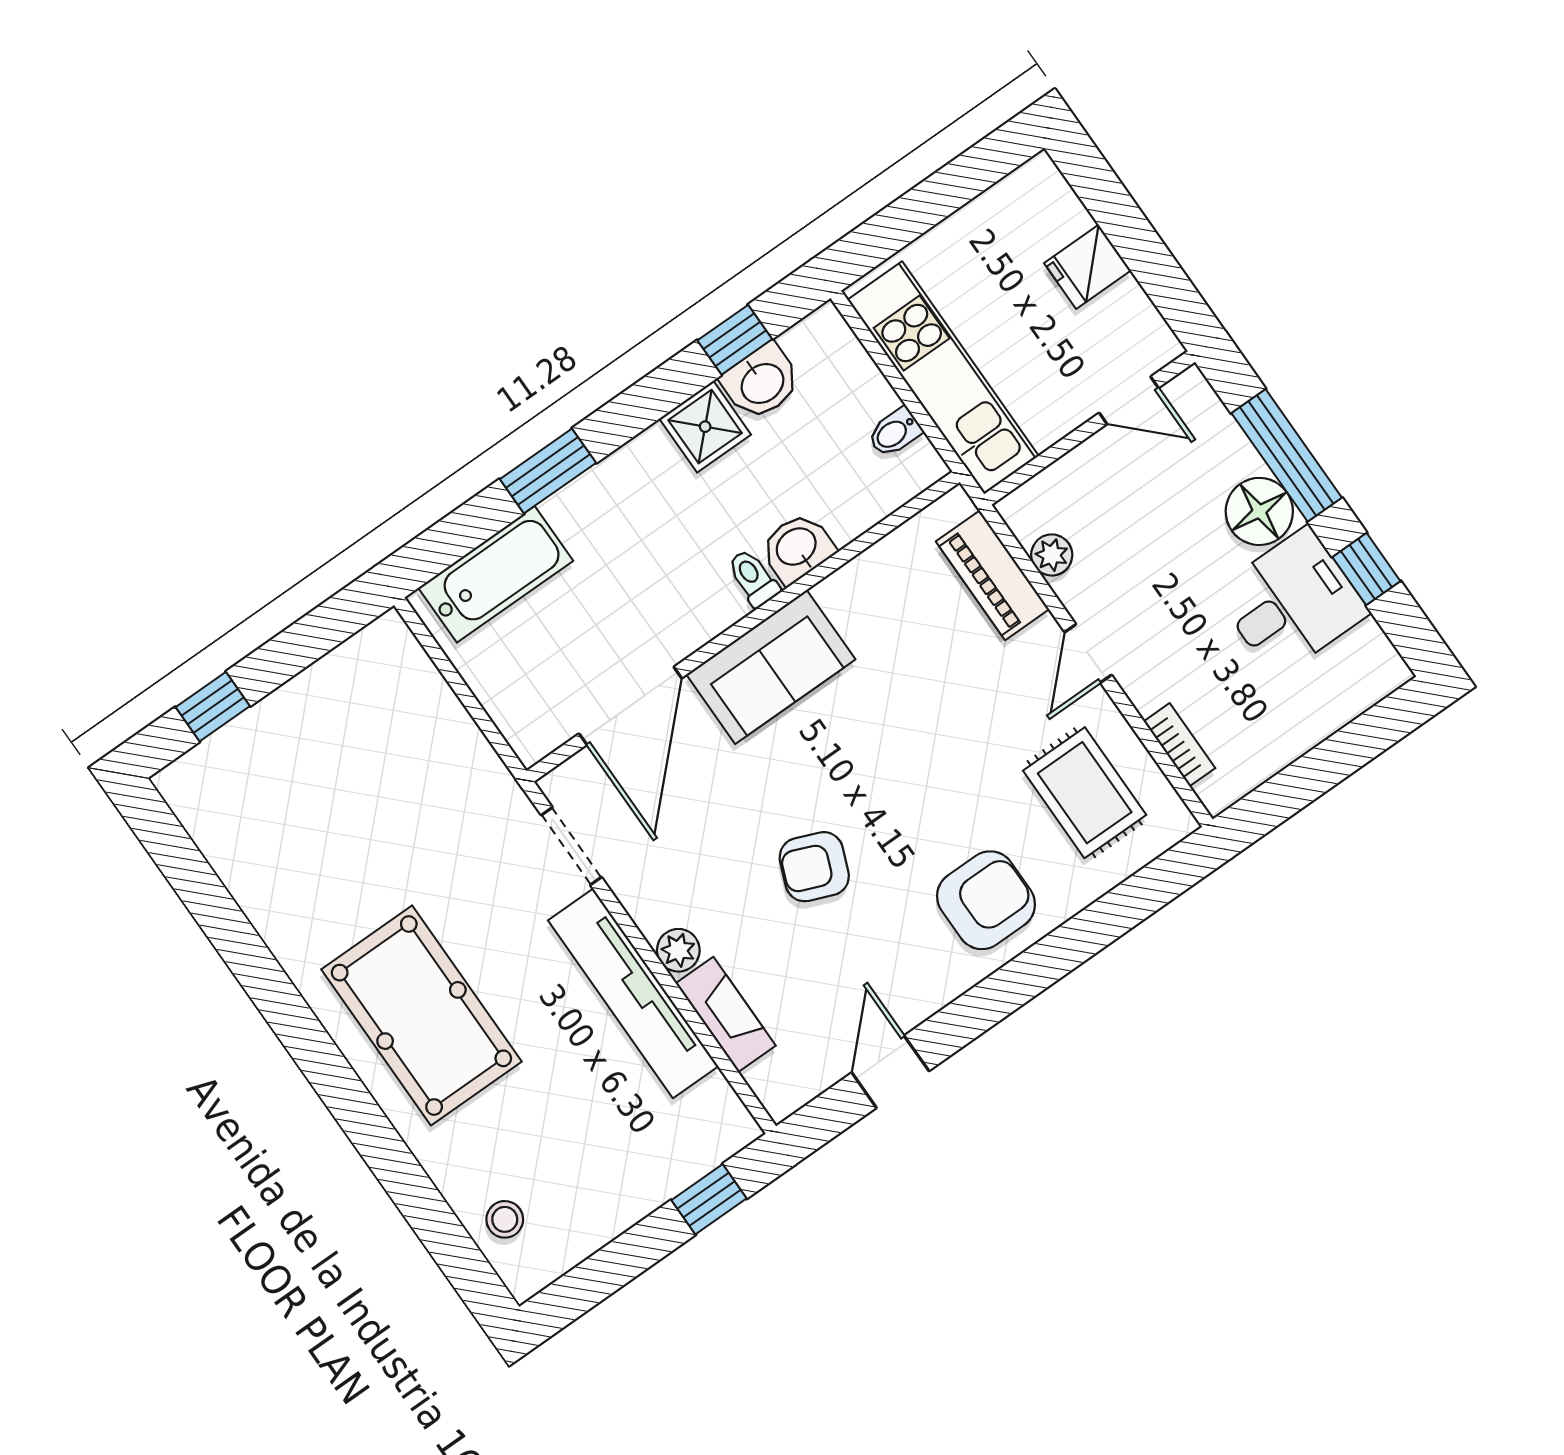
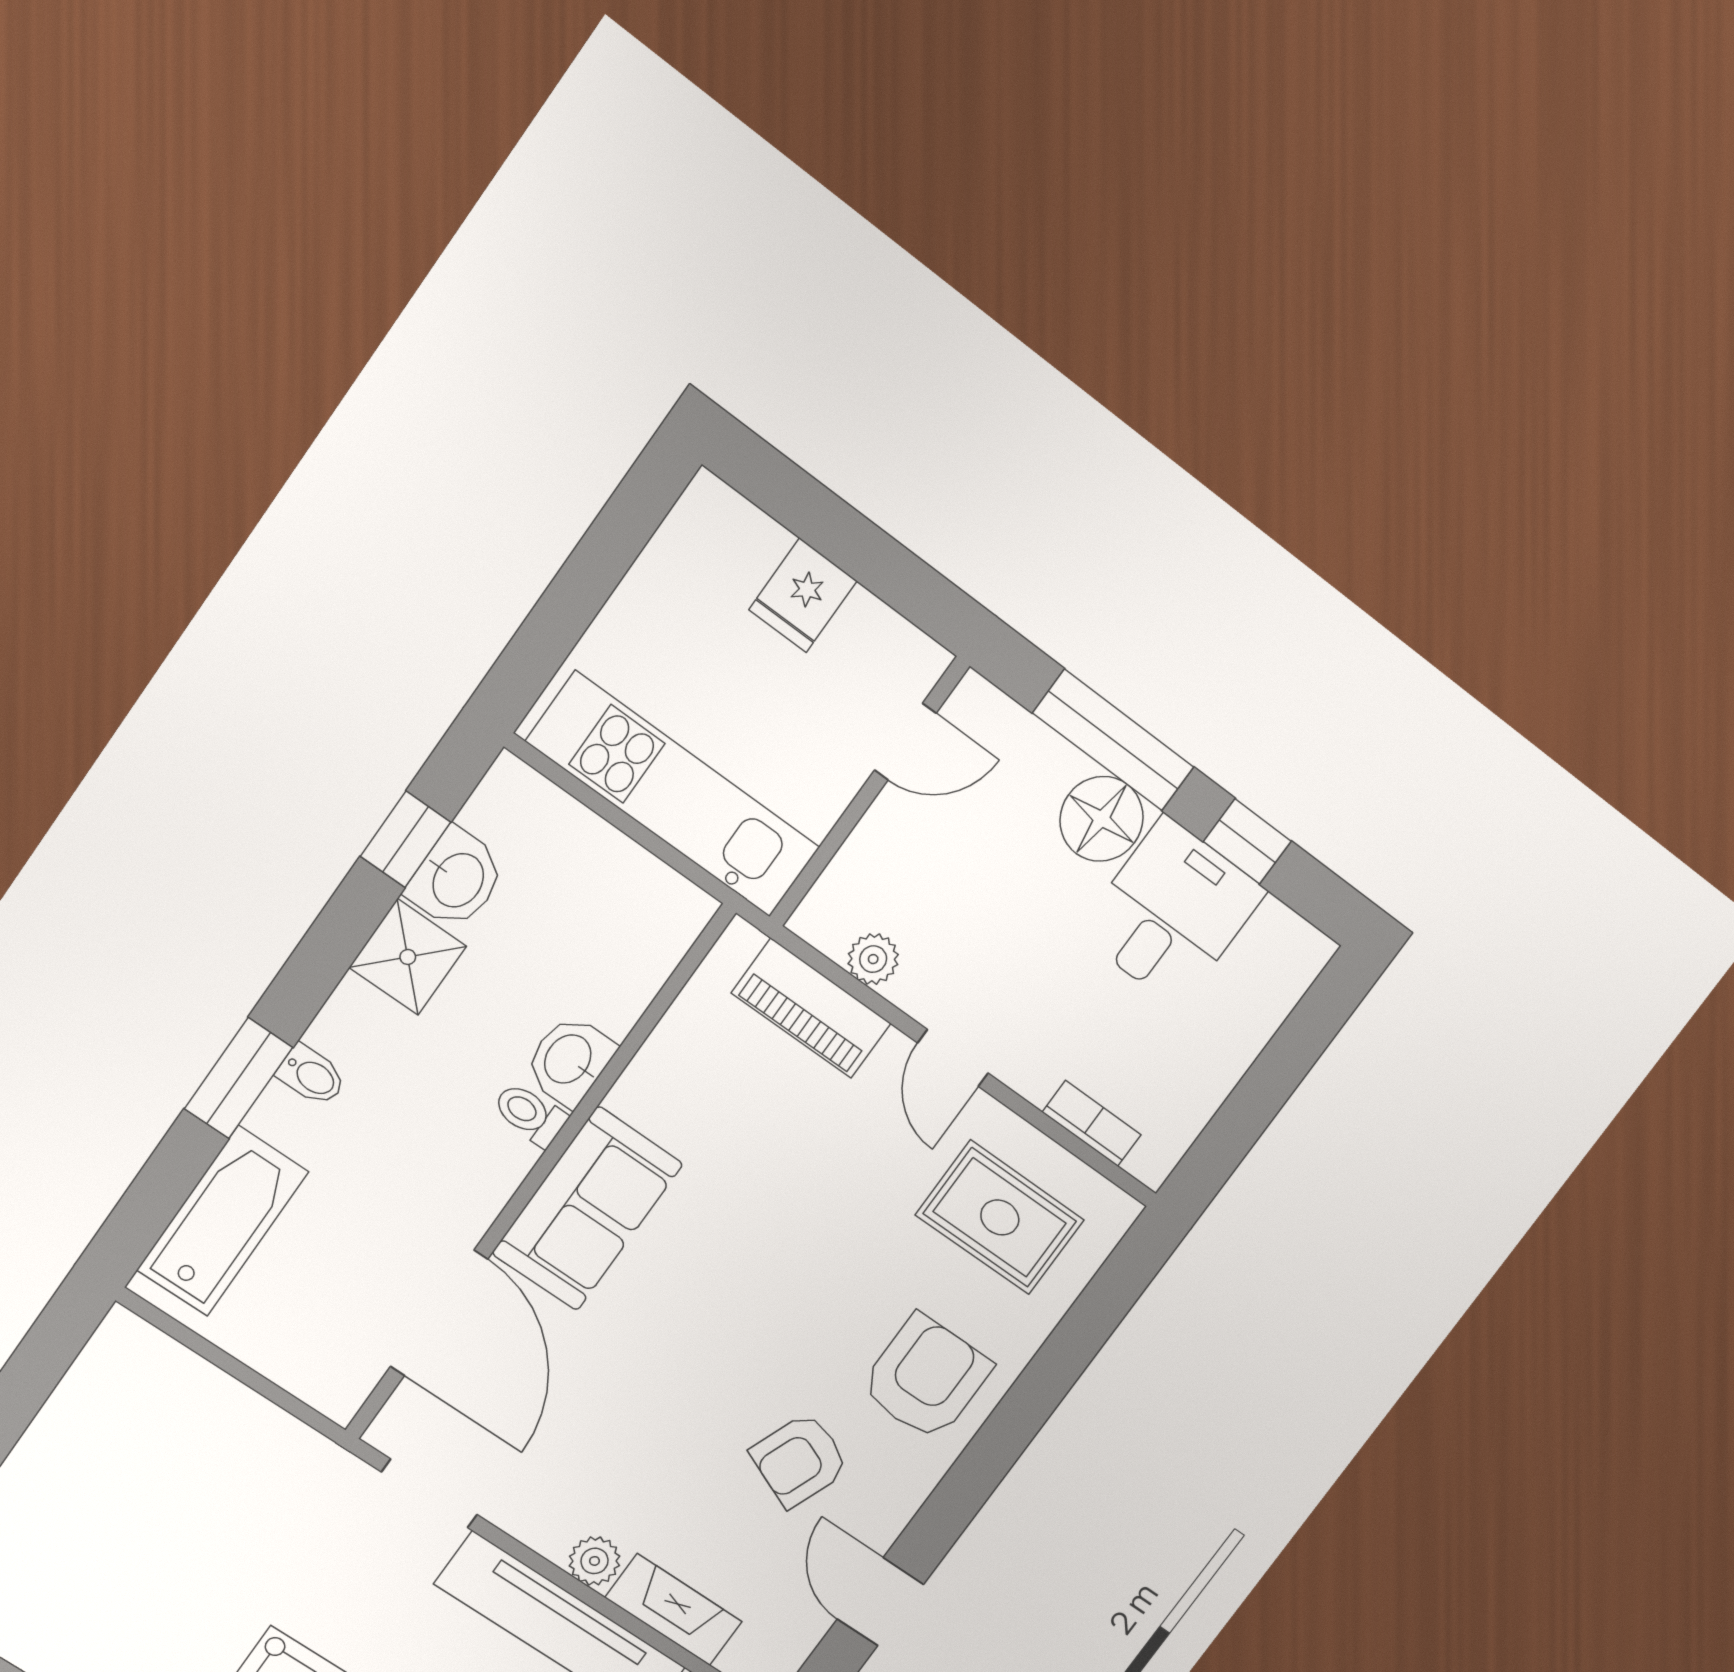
bidet: (895, 432) -> (312, 1075), moved, turned -90
armchair: (814, 867) -> (800, 1460), moved

